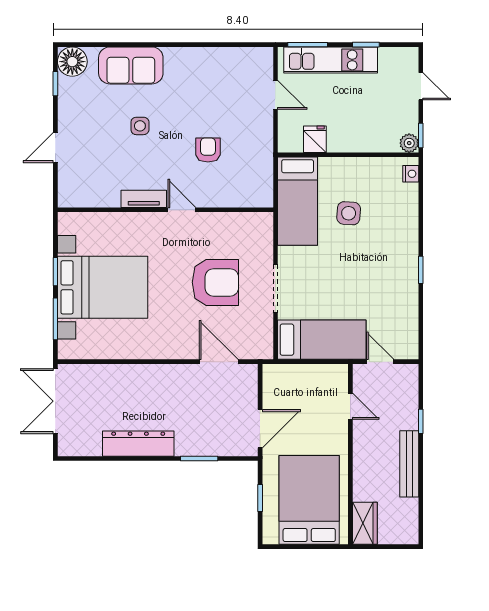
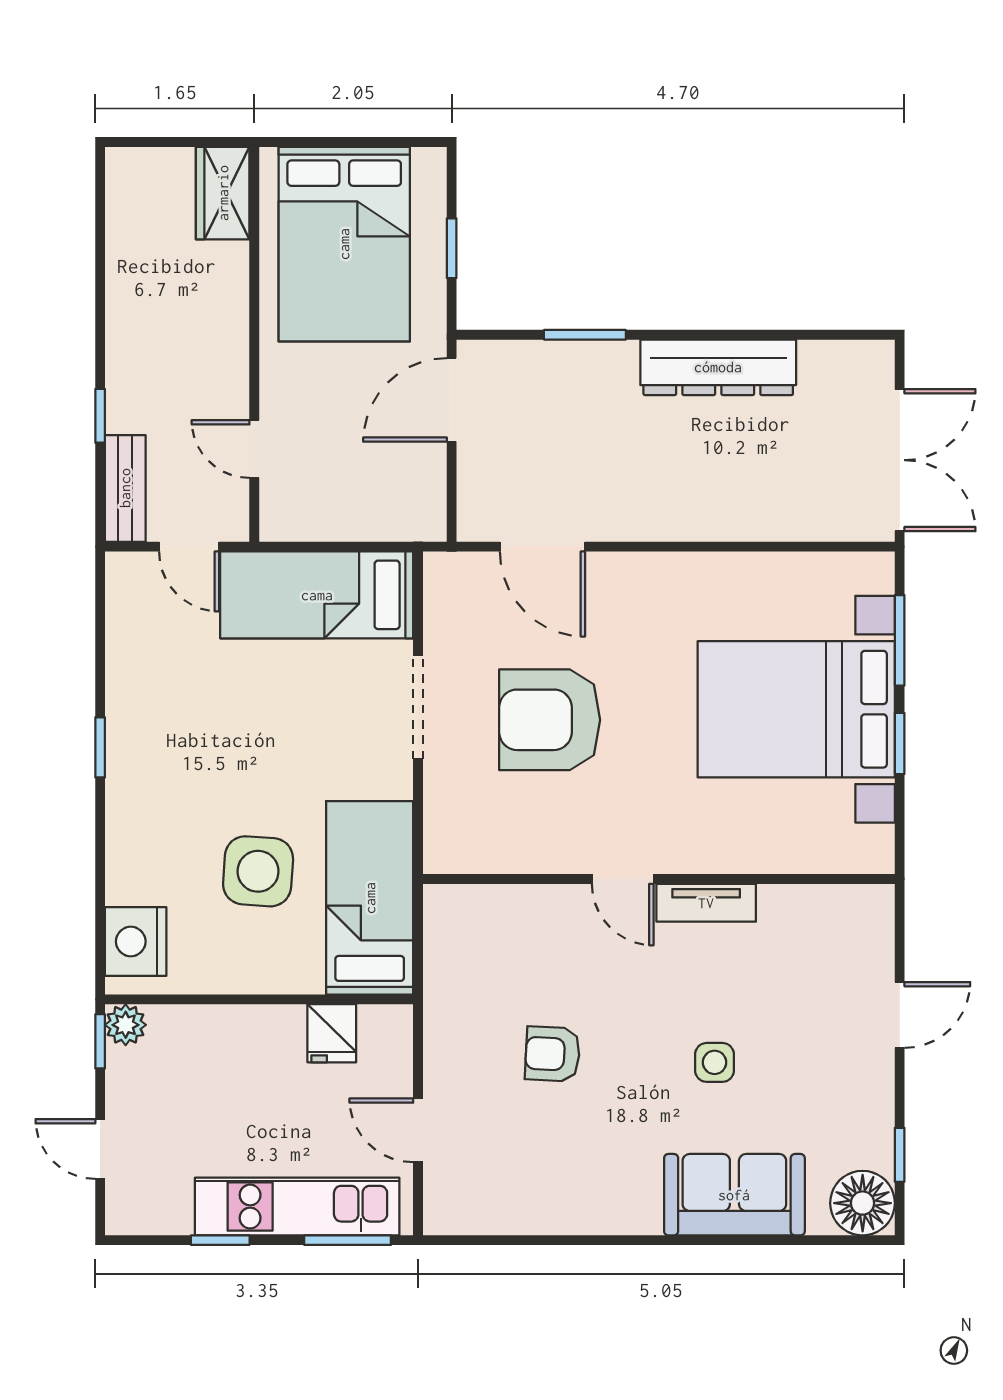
armchair: (208, 150) -> (553, 1054), moved, turned 93
nightstand: (411, 174) -> (136, 941), width x1.89, depth x1.79
side table: (349, 213) -> (258, 871), width x1.37, depth x1.37
bench: (409, 464) -> (125, 488), moved, width x0.73

